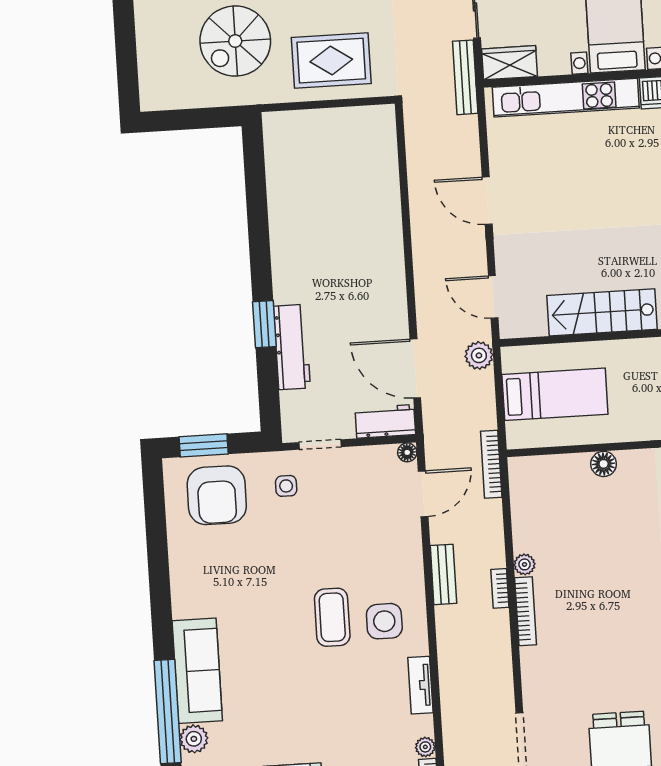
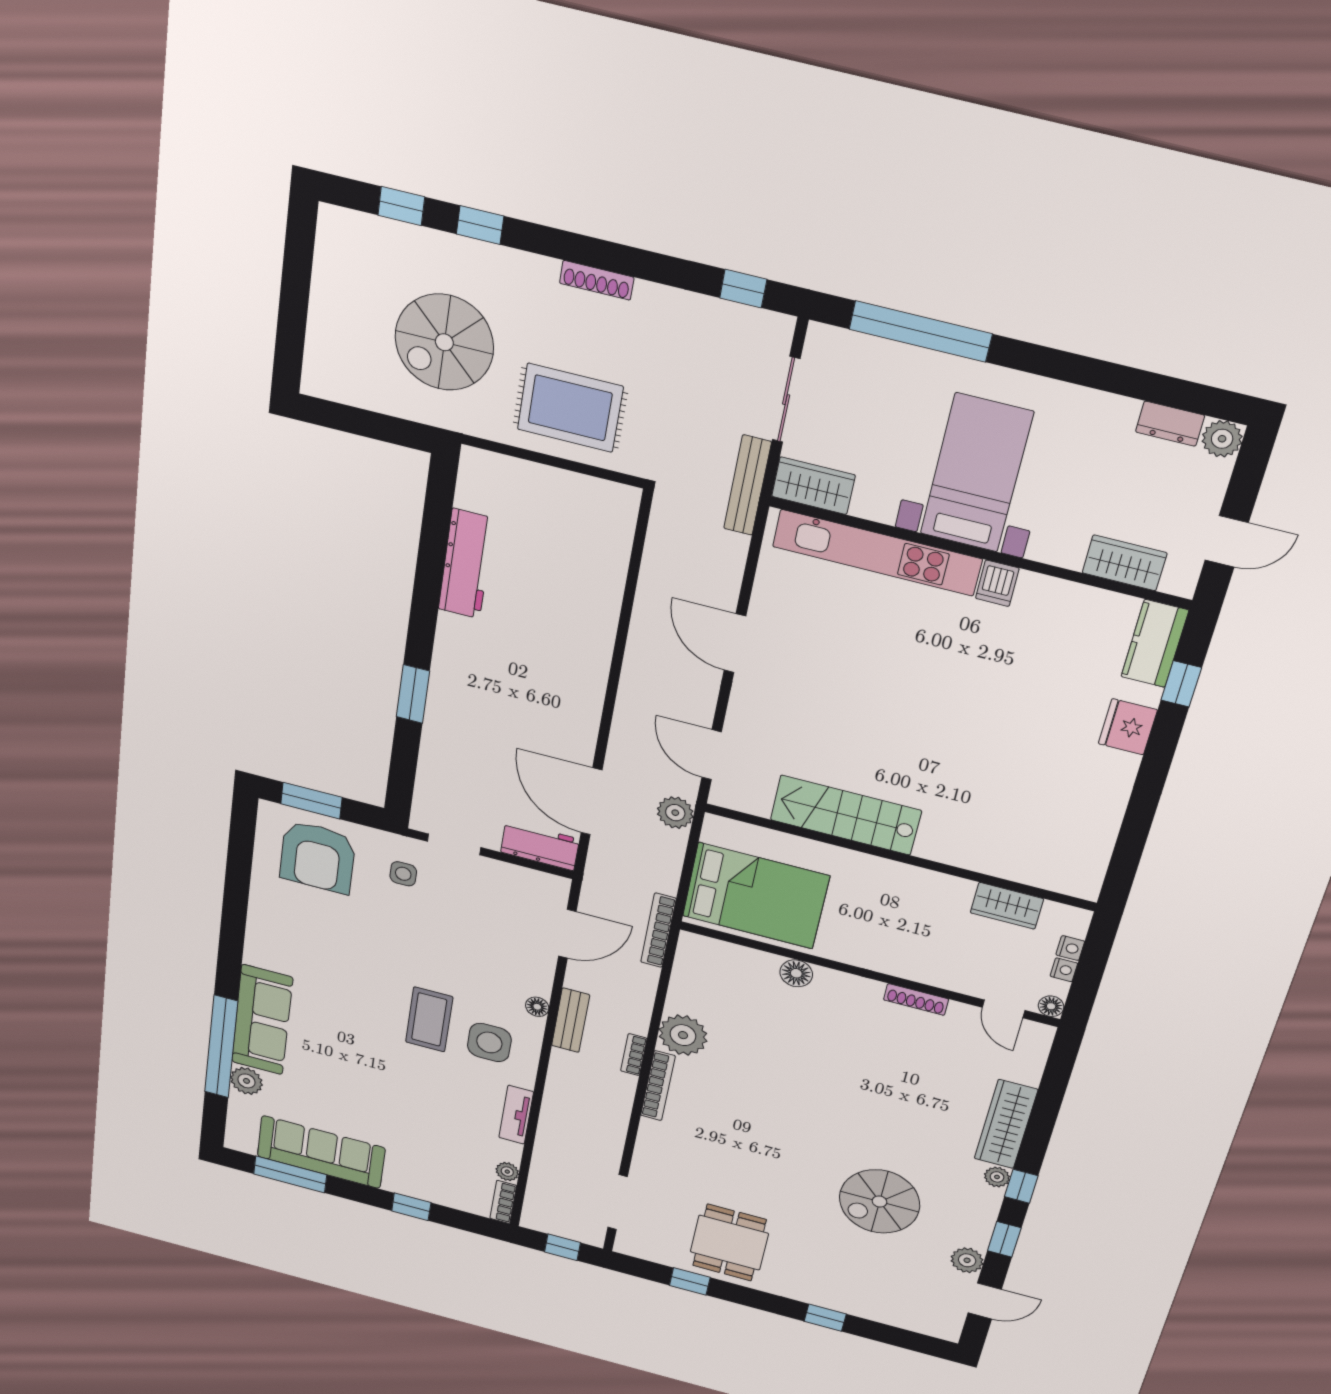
workbench: (292, 347) -> (466, 564), moved
bed: (555, 394) -> (756, 896), width x1.50
floor lamp: (407, 452) -> (537, 1007), moved
plant: (525, 564) -> (683, 1035), width x1.87, depth x1.87

